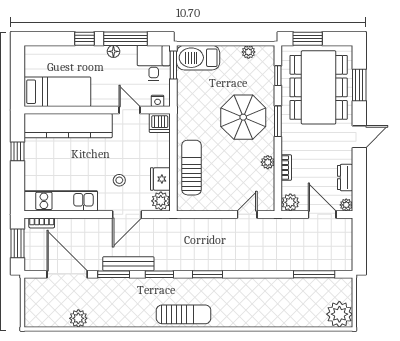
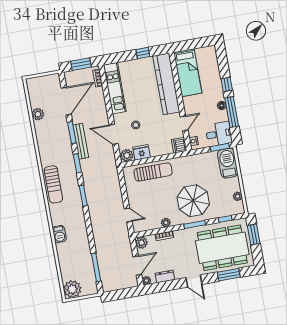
barbecue: (257, 319) -> (59, 234), added

